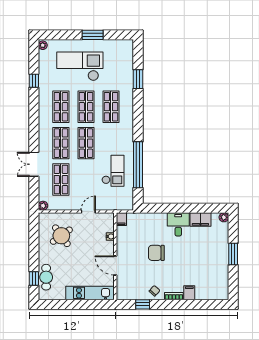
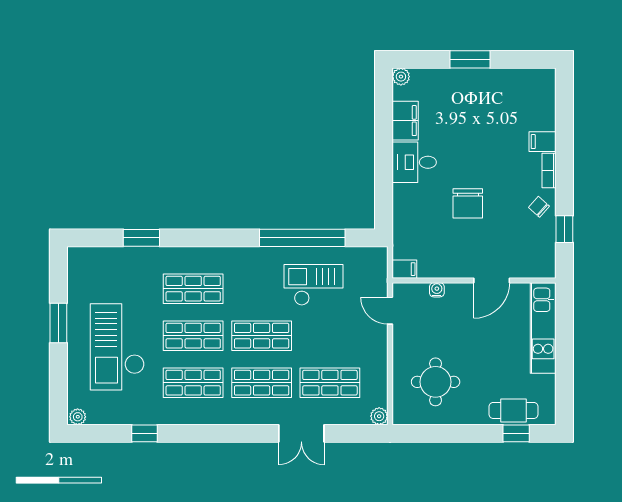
door: (88, 211) -> (390, 311), moved
round table: (61, 236) -> (436, 382), turned 36

